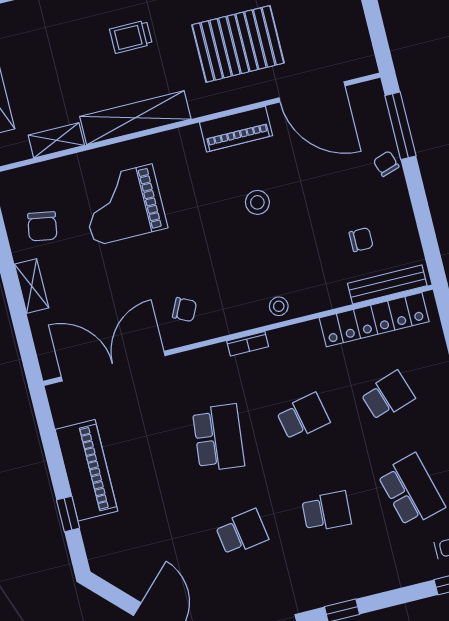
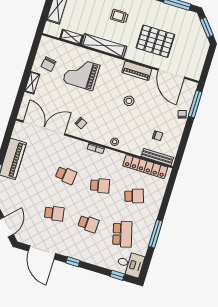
school desk: (218, 438) -> (66, 175), width x0.54

